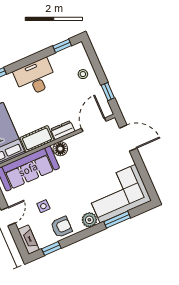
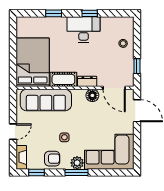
window: (62, 46) -> (90, 13), moved
door: (94, 125) -> (114, 88), swing flipped
floor lamp: (60, 149) -> (92, 95), moved
side table: (43, 206) -> (64, 137), moved
window: (117, 220) -> (77, 172), moved

